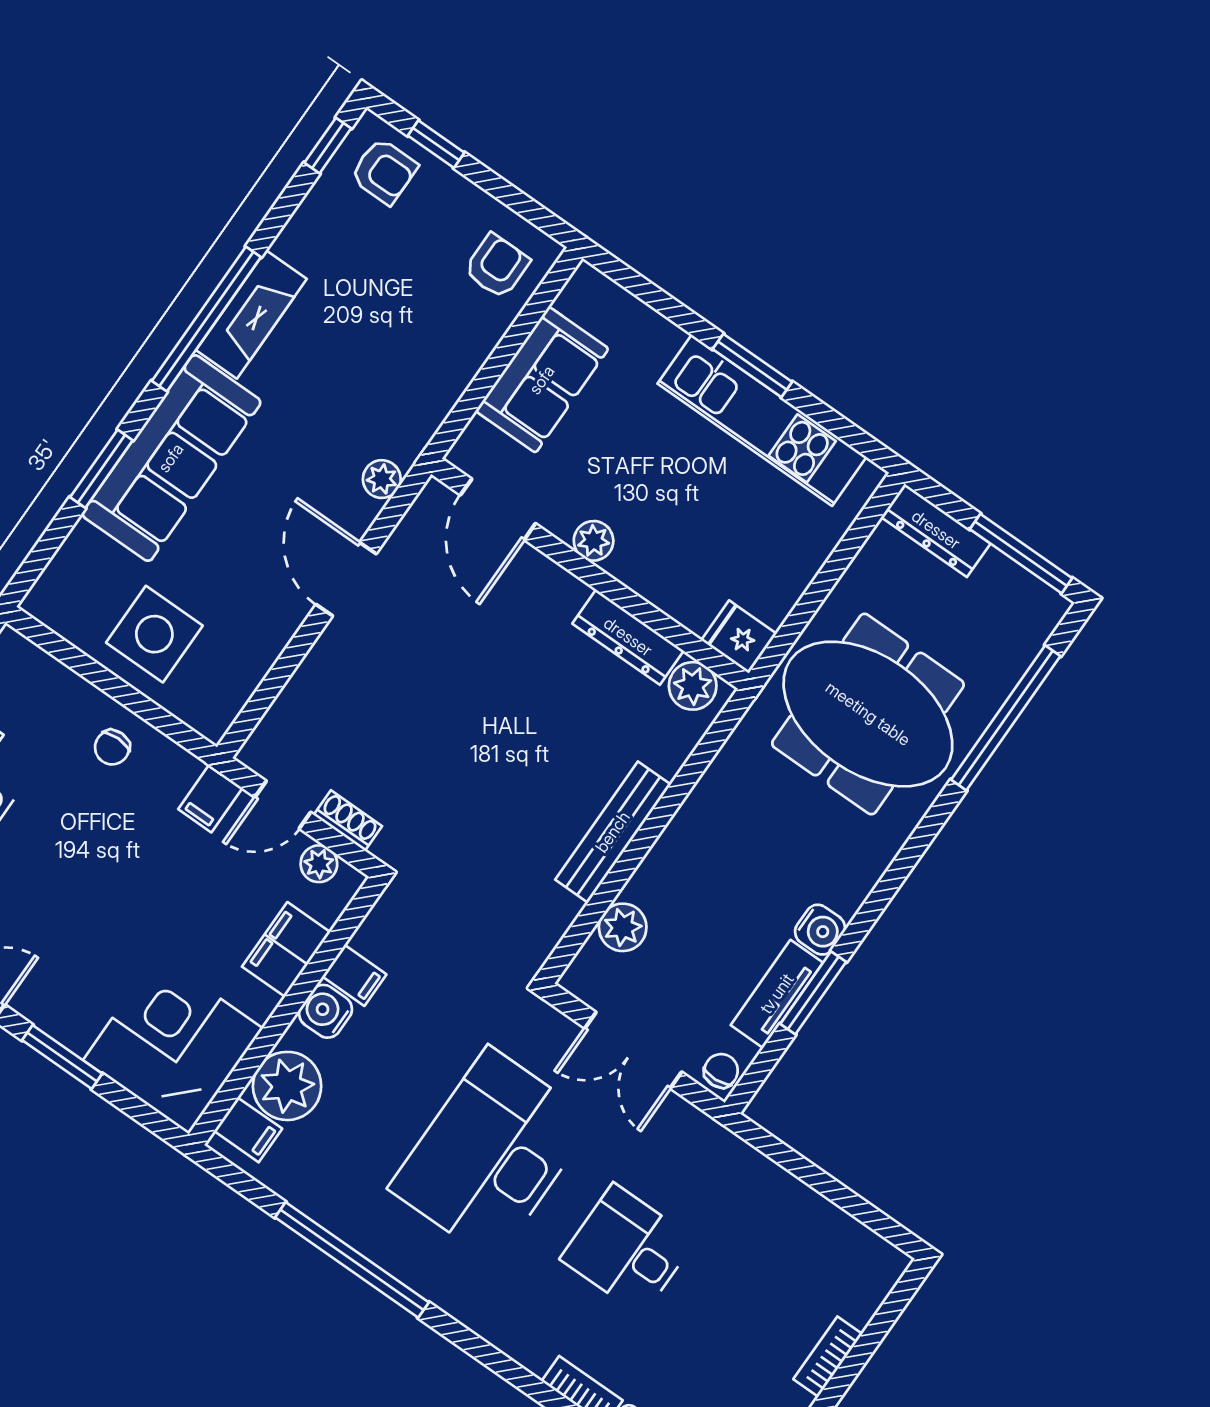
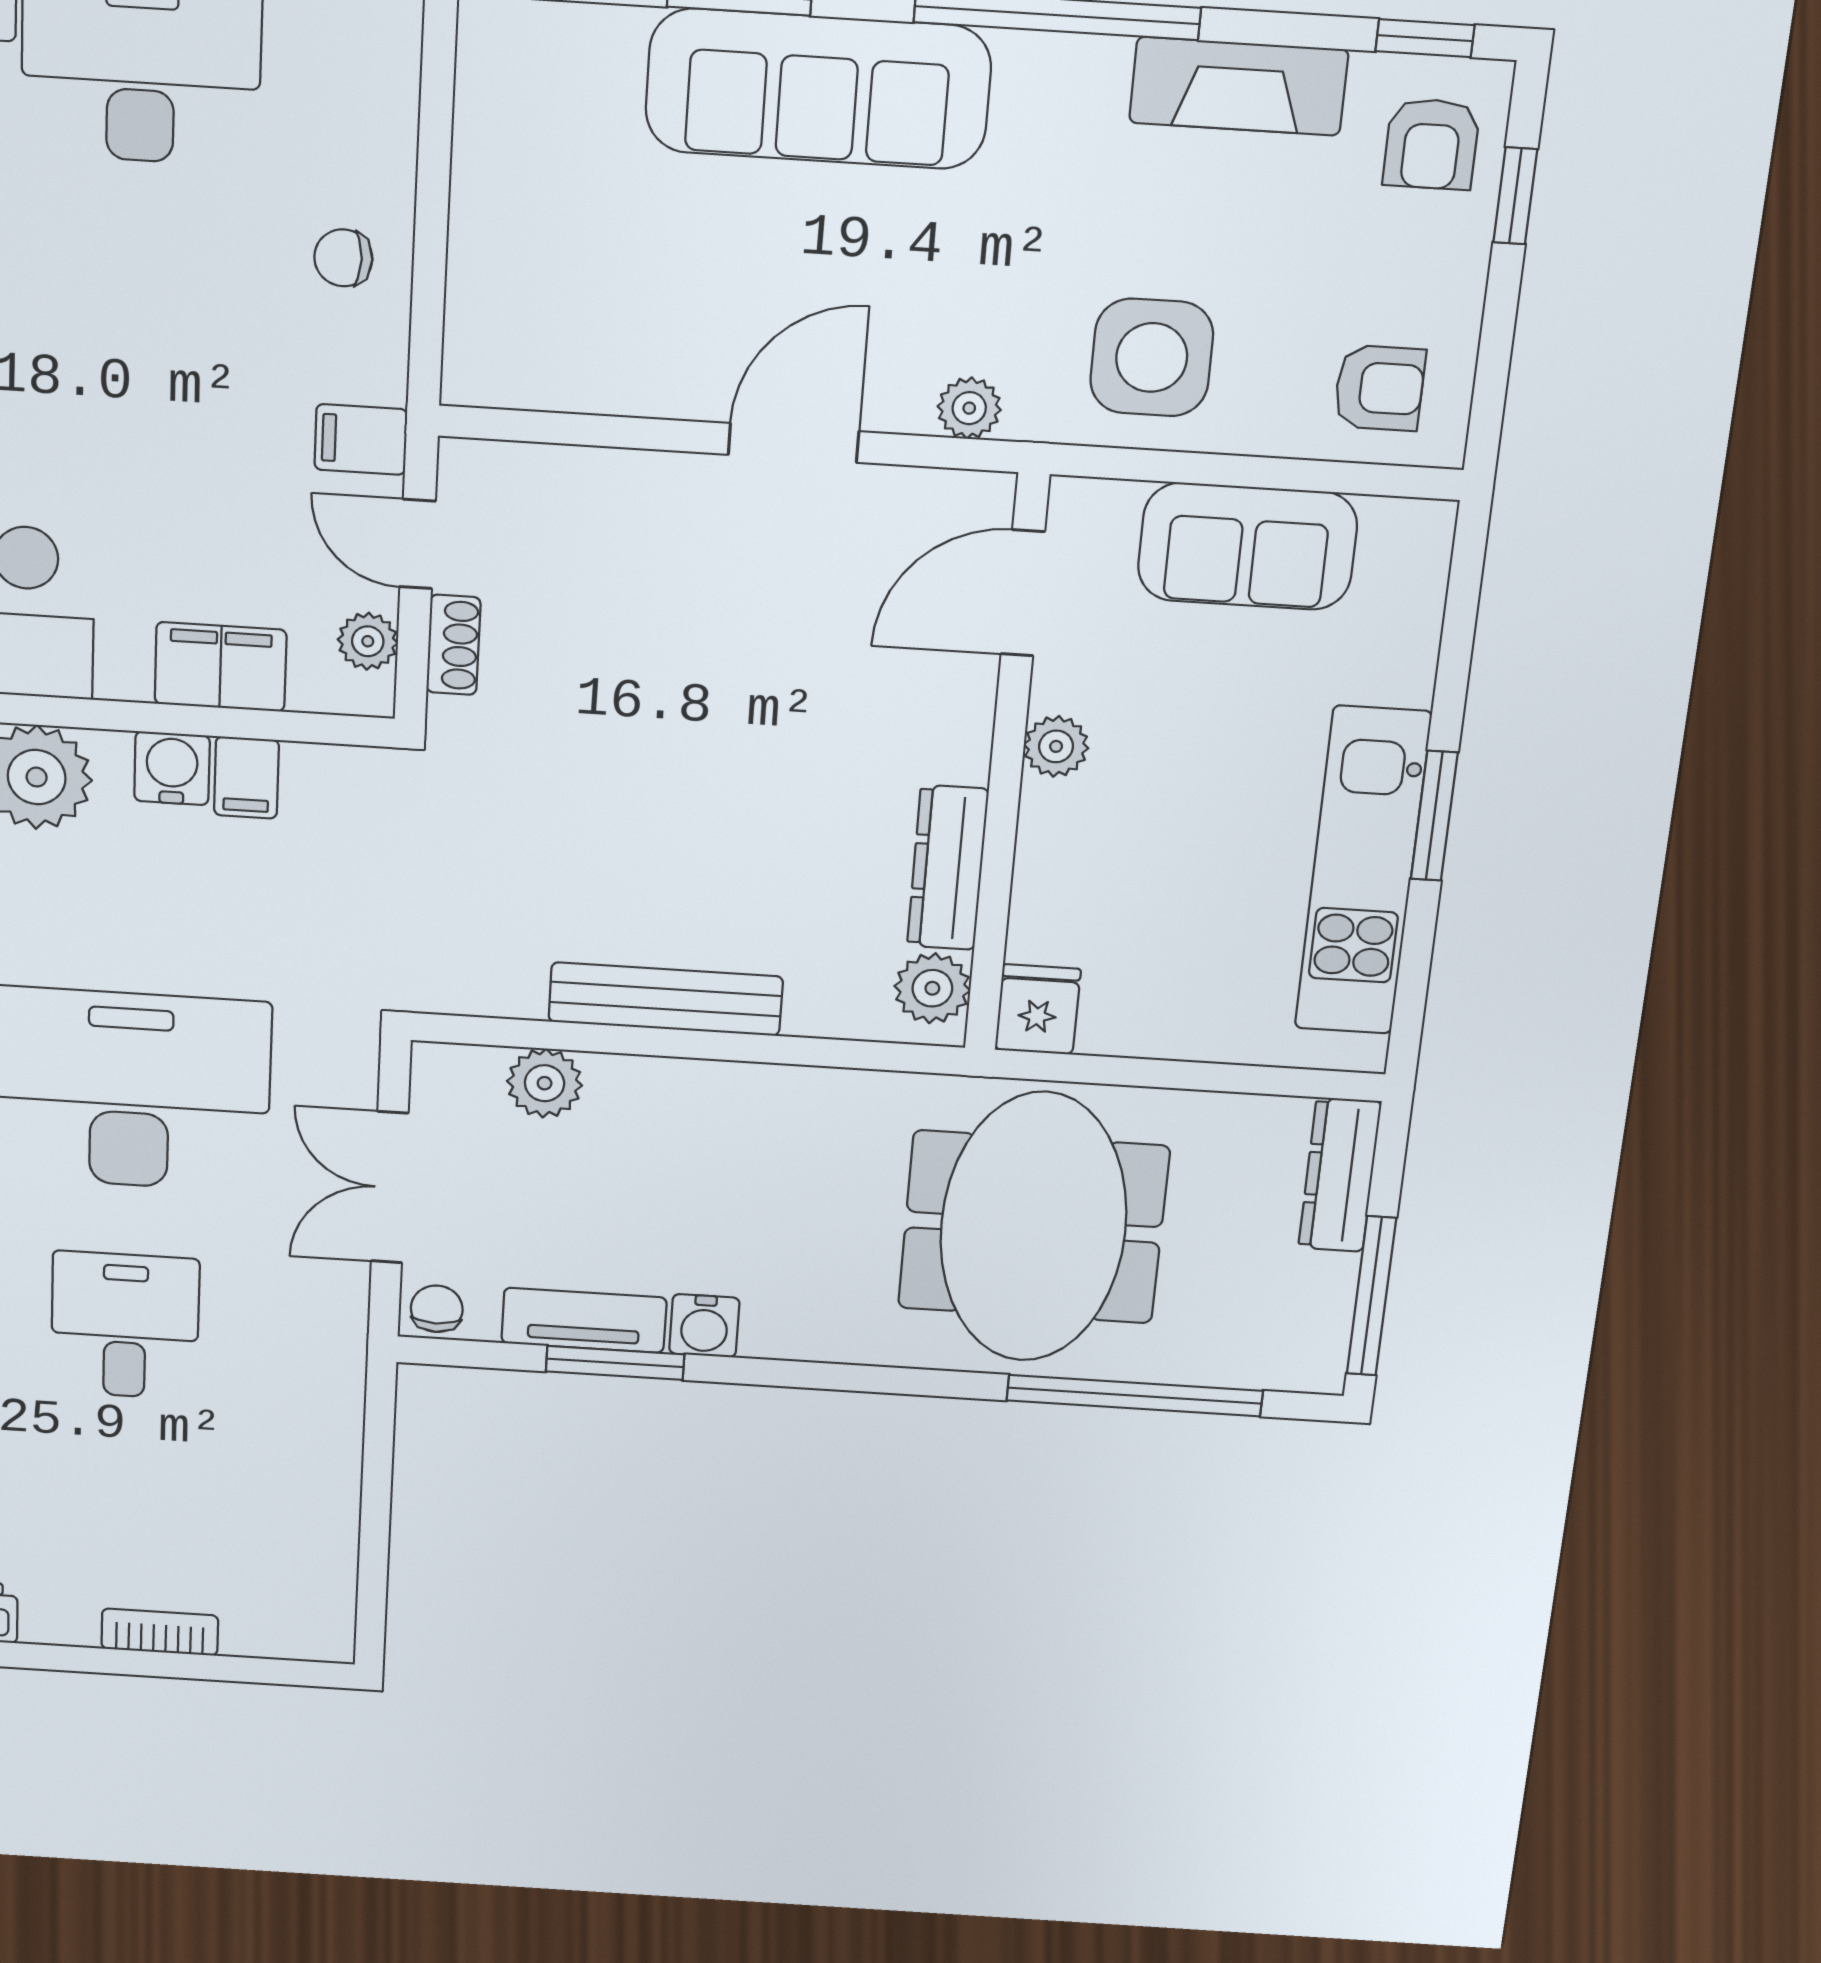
fireplace: (251, 314) -> (1239, 86), moved
side table: (154, 634) -> (1152, 357), moved
chair: (721, 1071) -> (437, 1309), turned -87

